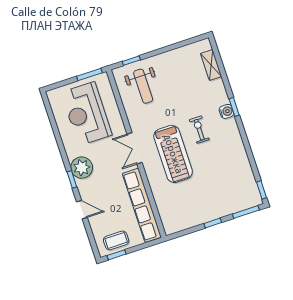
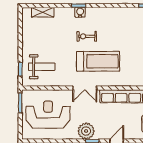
reception desk: (87, 114) -> (48, 114), turned 180

